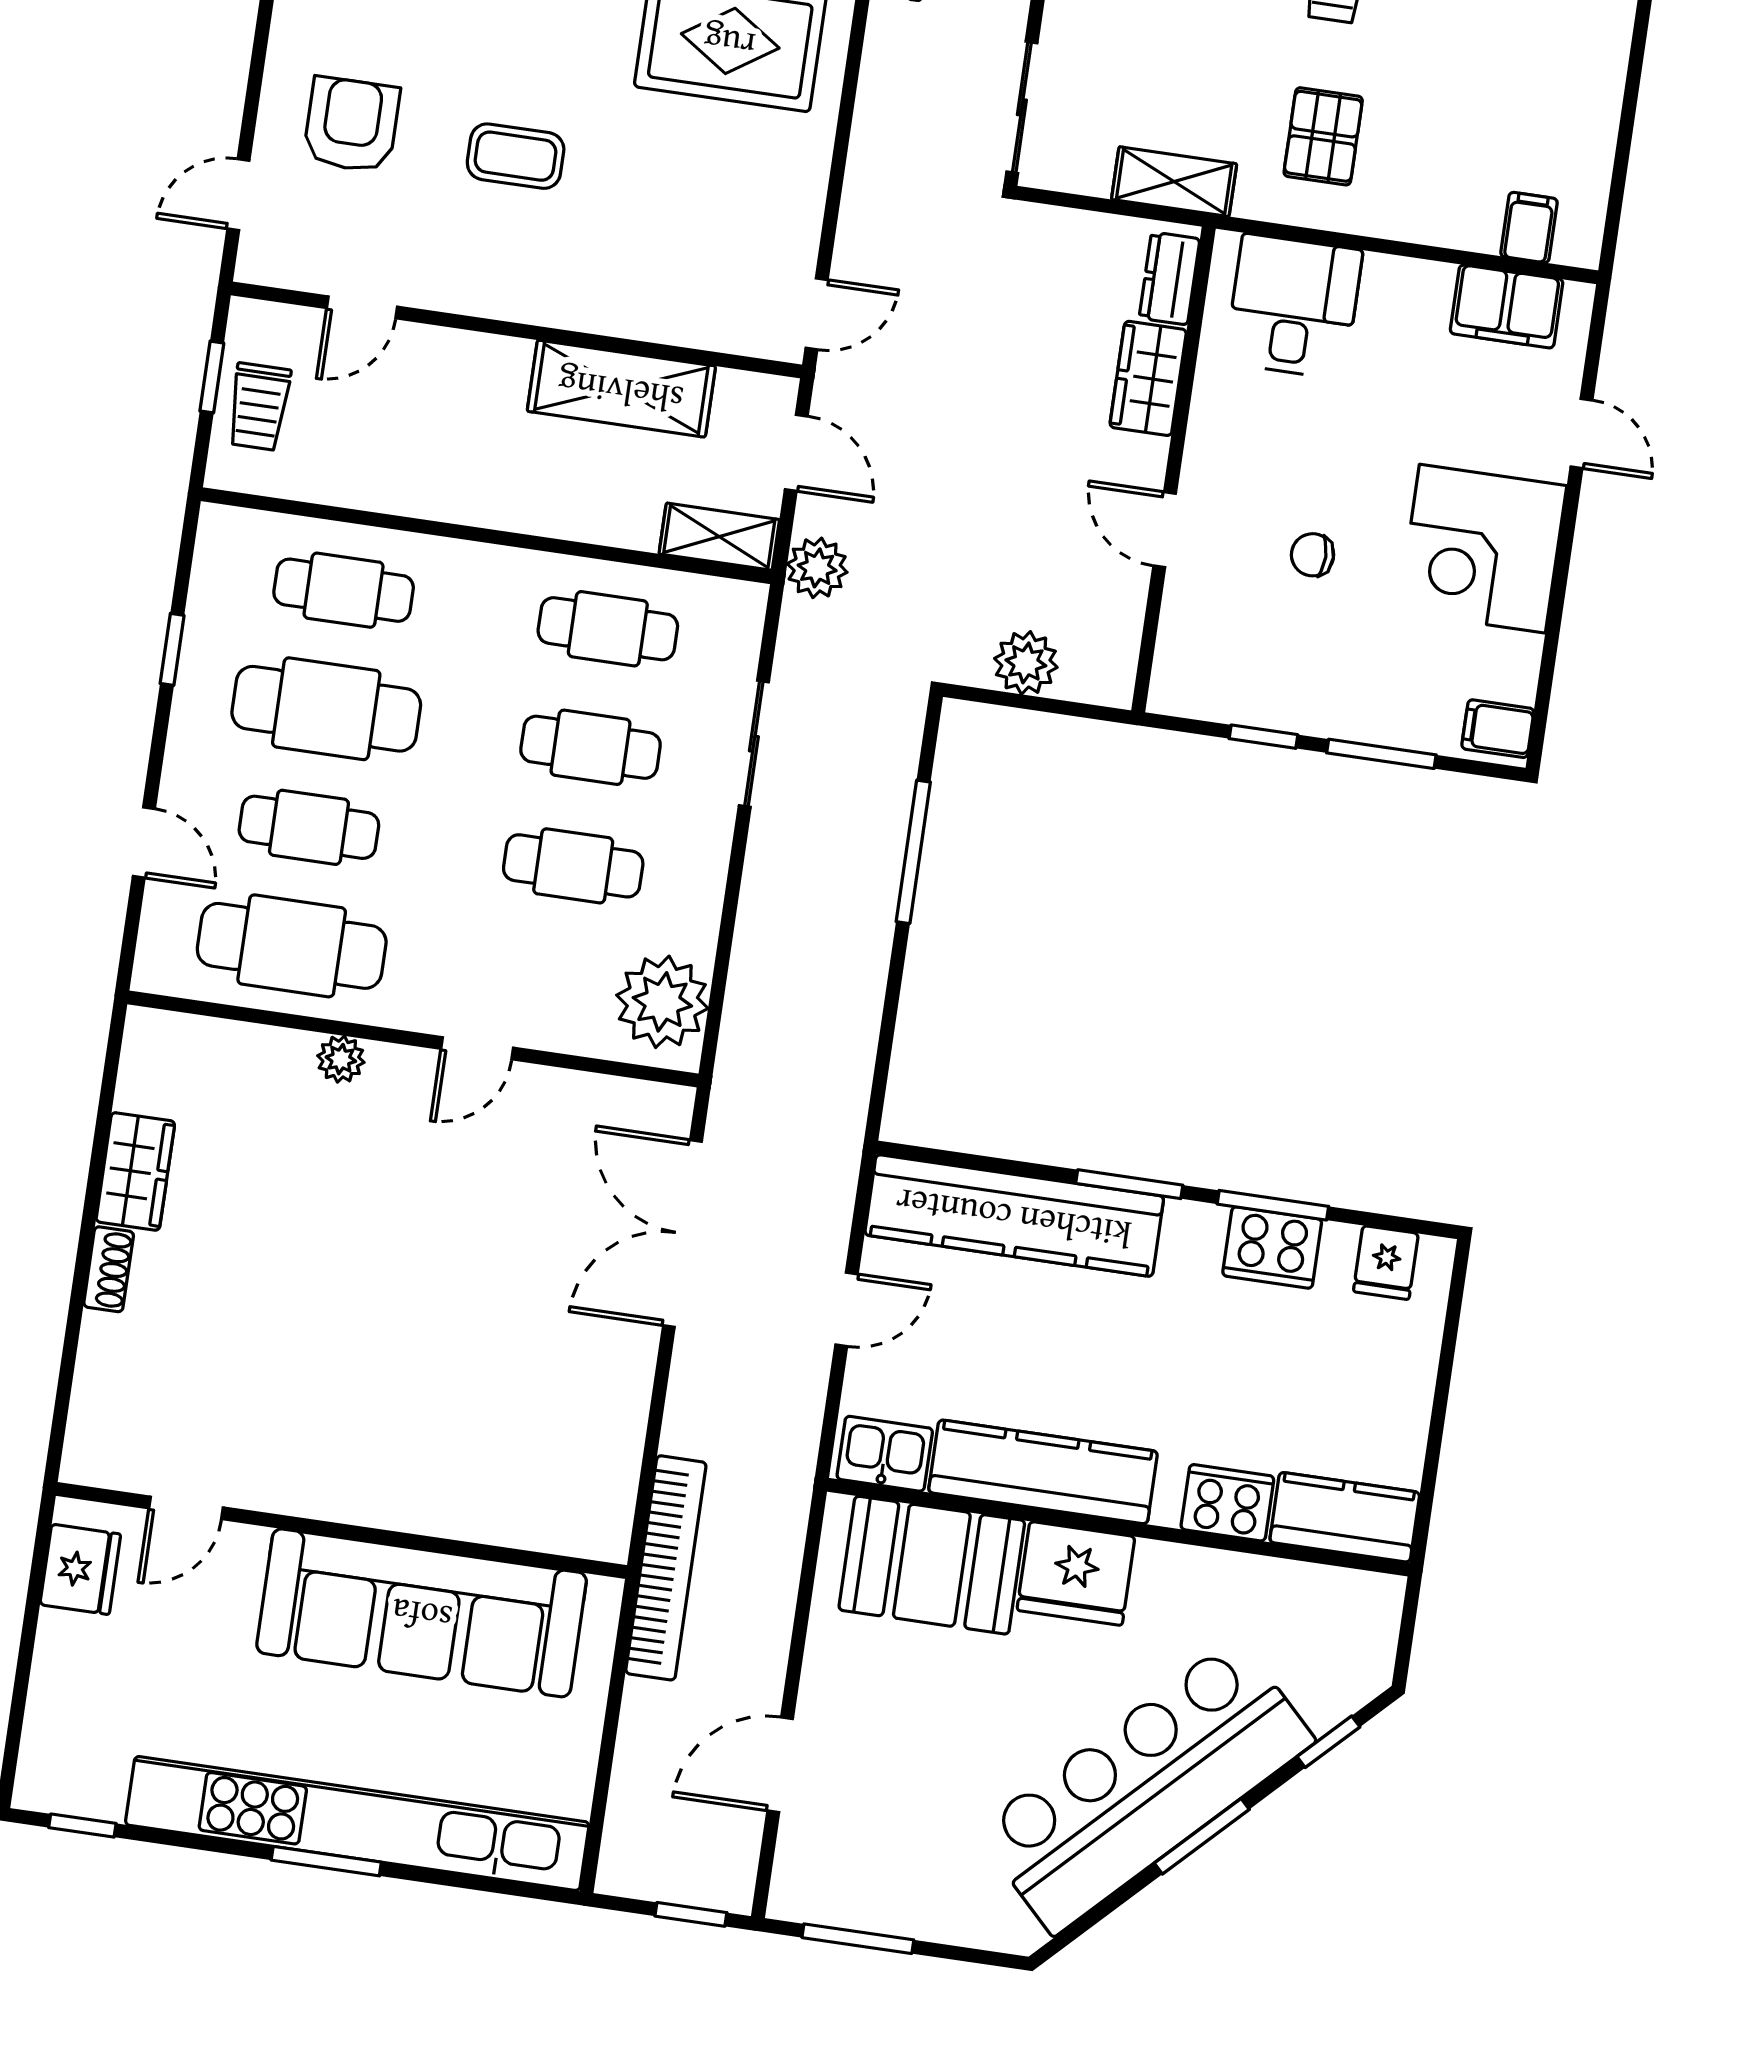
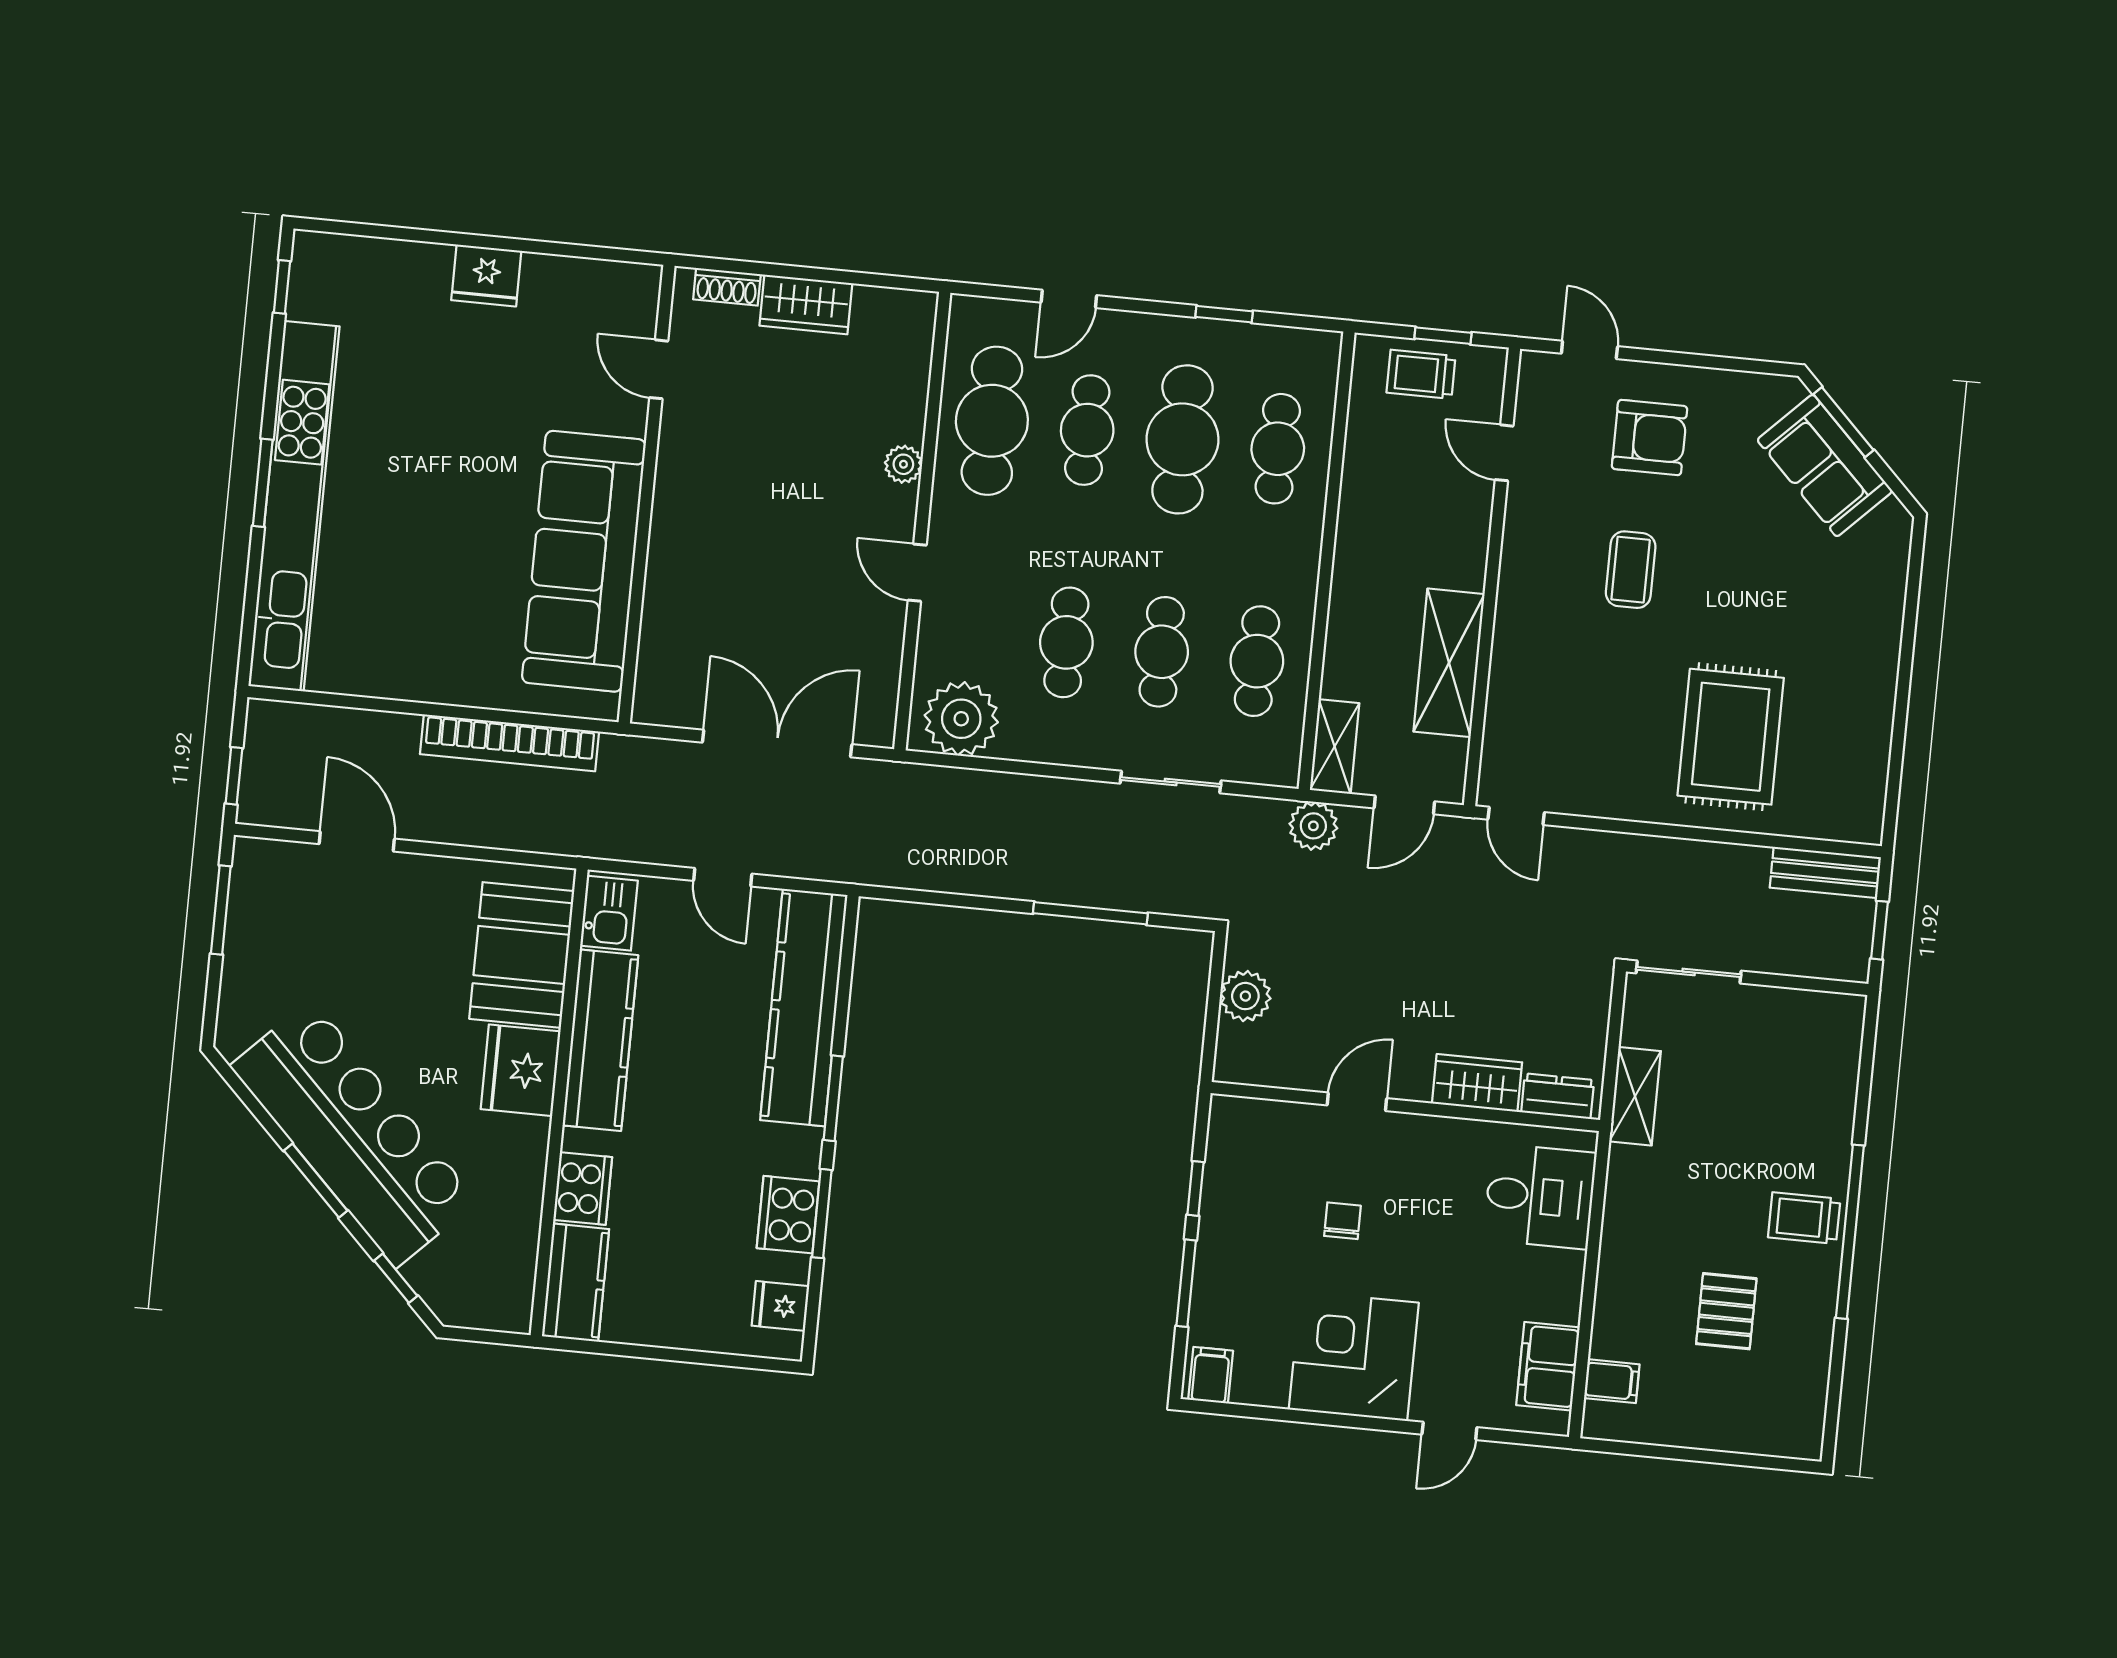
pallet: (1323, 136) -> (1726, 1311), moved, turned 90
door: (186, 1508) -> (659, 369), moved
wall: (341, 1531) -> (647, 494), moved
sofa: (422, 1613) -> (584, 561), moved

